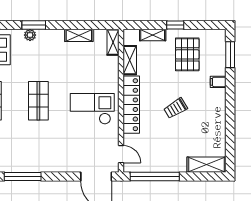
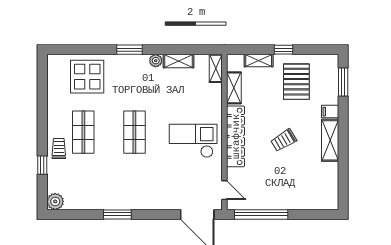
plant: (30, 35) -> (156, 61), moved
shelving: (207, 165) -> (330, 140), moved, turned 90
window: (23, 176) -> (117, 214), width x0.69

